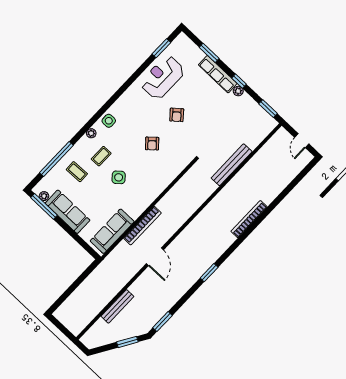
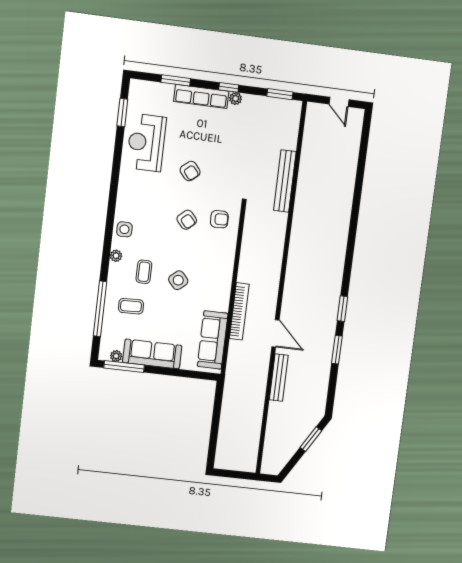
armchair: (173, 158) -> (219, 219), added
bookcase: (249, 219) -> (344, 224), removed
bench: (117, 306) -> (279, 378), moved
window: (163, 322) -> (337, 350), moved

